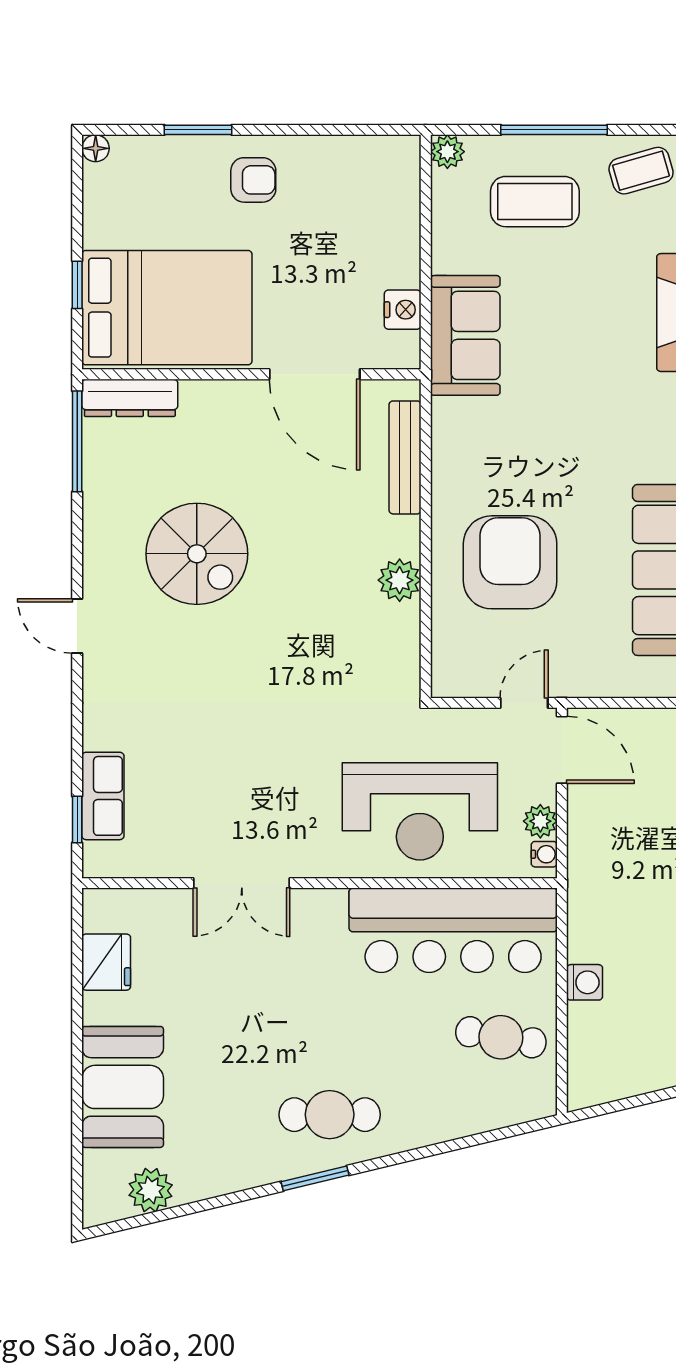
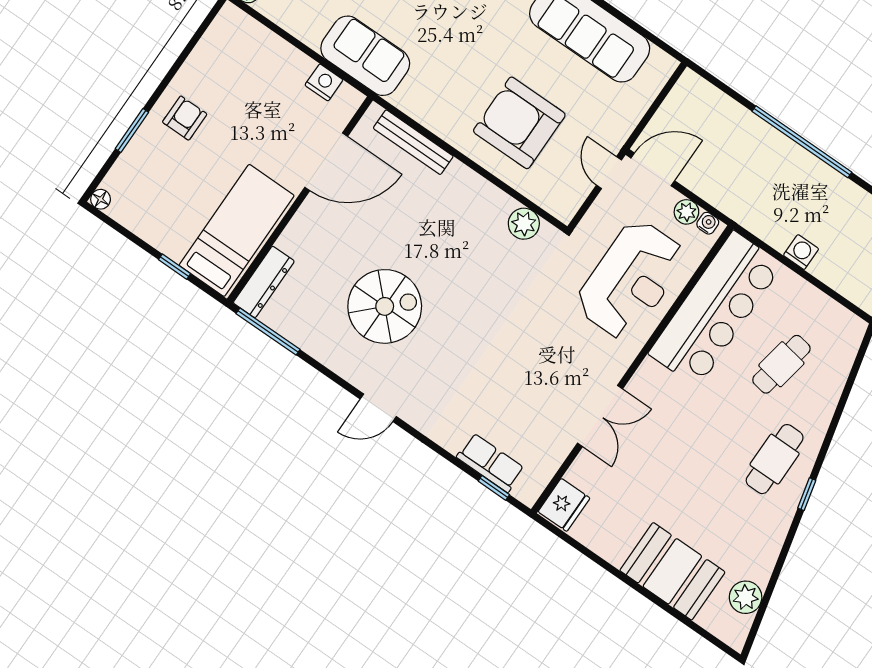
bed: (167, 308) -> (237, 230), width x0.67
plant: (400, 580) -> (524, 224), moved
fridge: (106, 962) -> (564, 505), moved, turned 90
cafe table: (501, 1037) -> (781, 364), moved
window: (315, 1178) -> (807, 494), width x0.67

